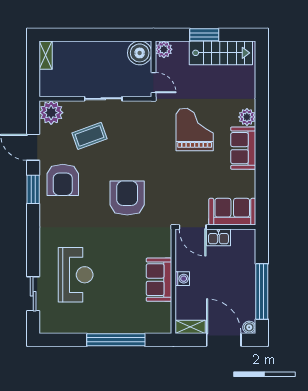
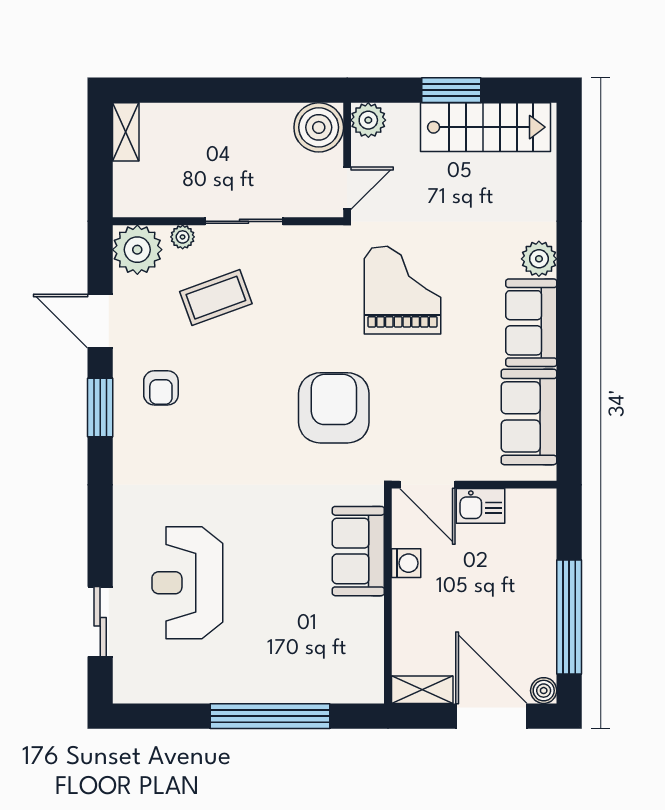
door: (153, 83) -> (347, 188), hinge flipped
plant: (73, 106) -> (183, 237), added
grand piano: (195, 129) -> (402, 290), moved
armchair: (63, 180) -> (161, 388), width x0.53, depth x0.53
armchair: (127, 198) -> (334, 408), moved
sofa: (232, 212) -> (529, 417), moved, turned -90
reception desk: (76, 275) -> (187, 583), turned 180
washing machine: (182, 279) -> (406, 563), moved
sofa: (159, 280) -> (358, 551), moved

